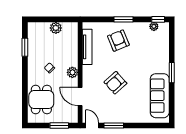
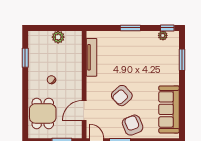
armchair: (118, 41) -> (133, 125), moved
plant: (72, 72) -> (76, 85), removed
window: (172, 73) -> (182, 60), moved
door: (80, 97) -> (84, 110), hinge flipped

